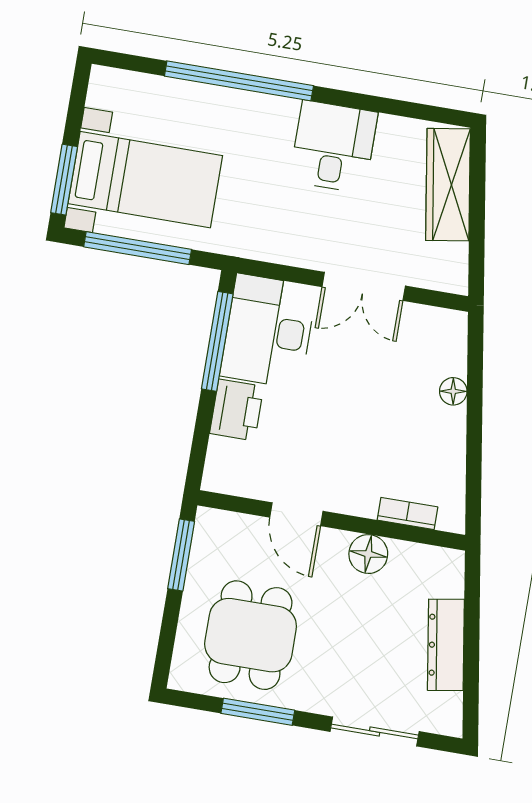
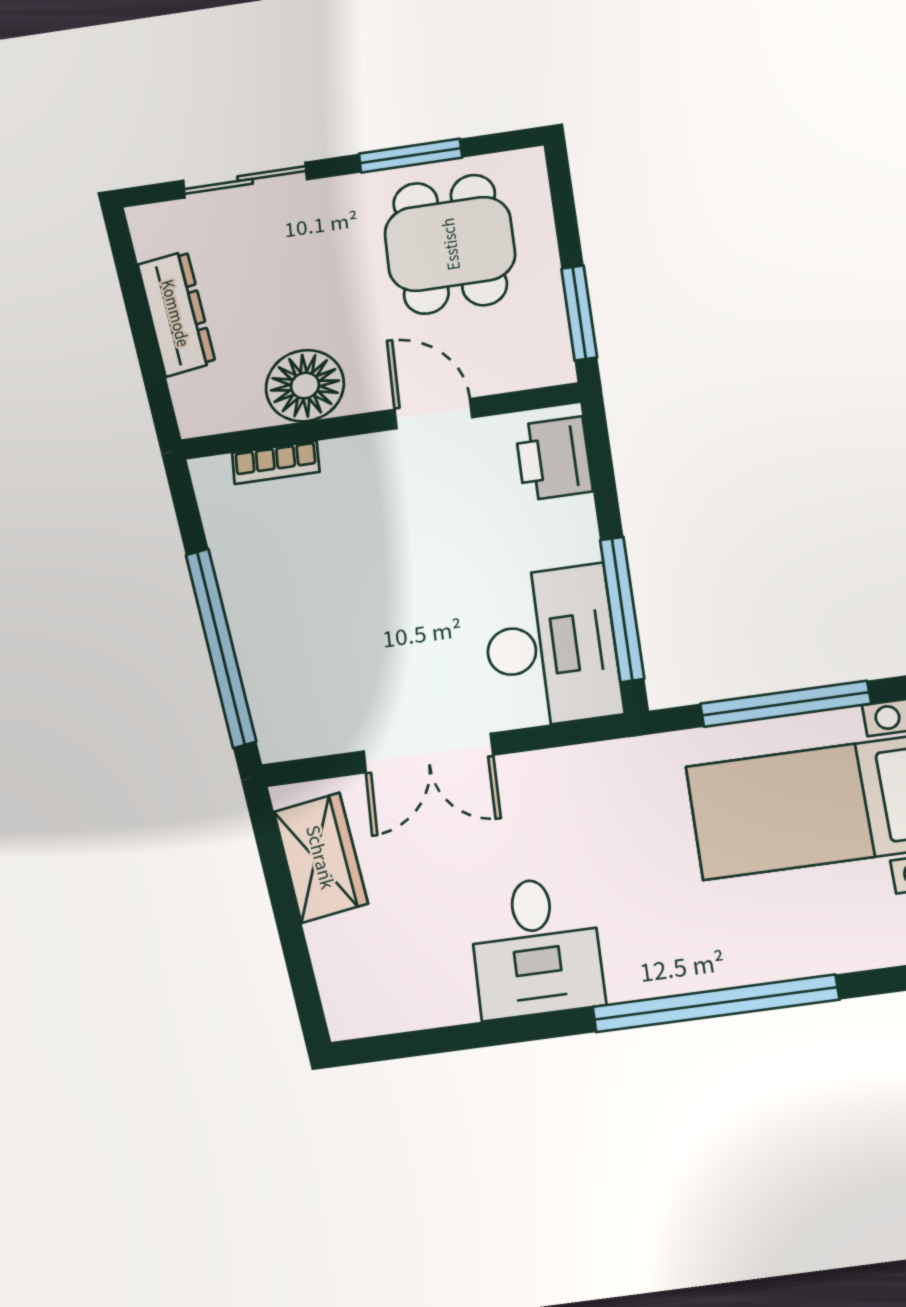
wardrobe: (448, 185) -> (321, 857), moved, width x0.67
double door: (364, 286) -> (428, 753), swing flipped
floor lamp: (453, 391) -> (254, 646), removed
window: (475, 398) -> (221, 647), added
printer: (237, 410) -> (554, 458), moved
floor lamp: (368, 554) -> (305, 386), width x1.38, depth x1.38

